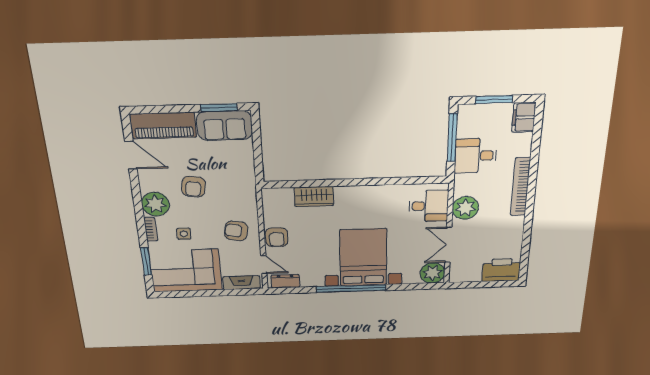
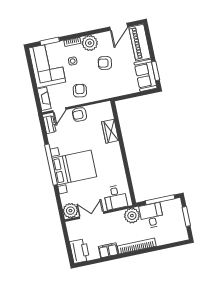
filing cabinet: (524, 117) -> (108, 250), moved
plant: (465, 208) -> (132, 216), moved

